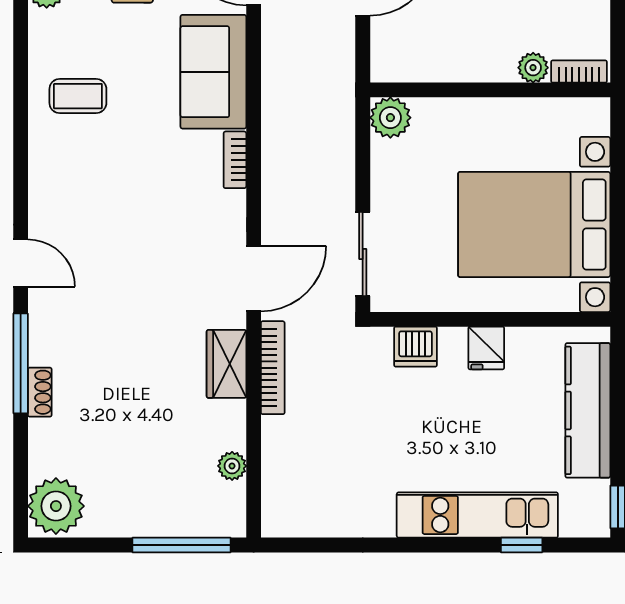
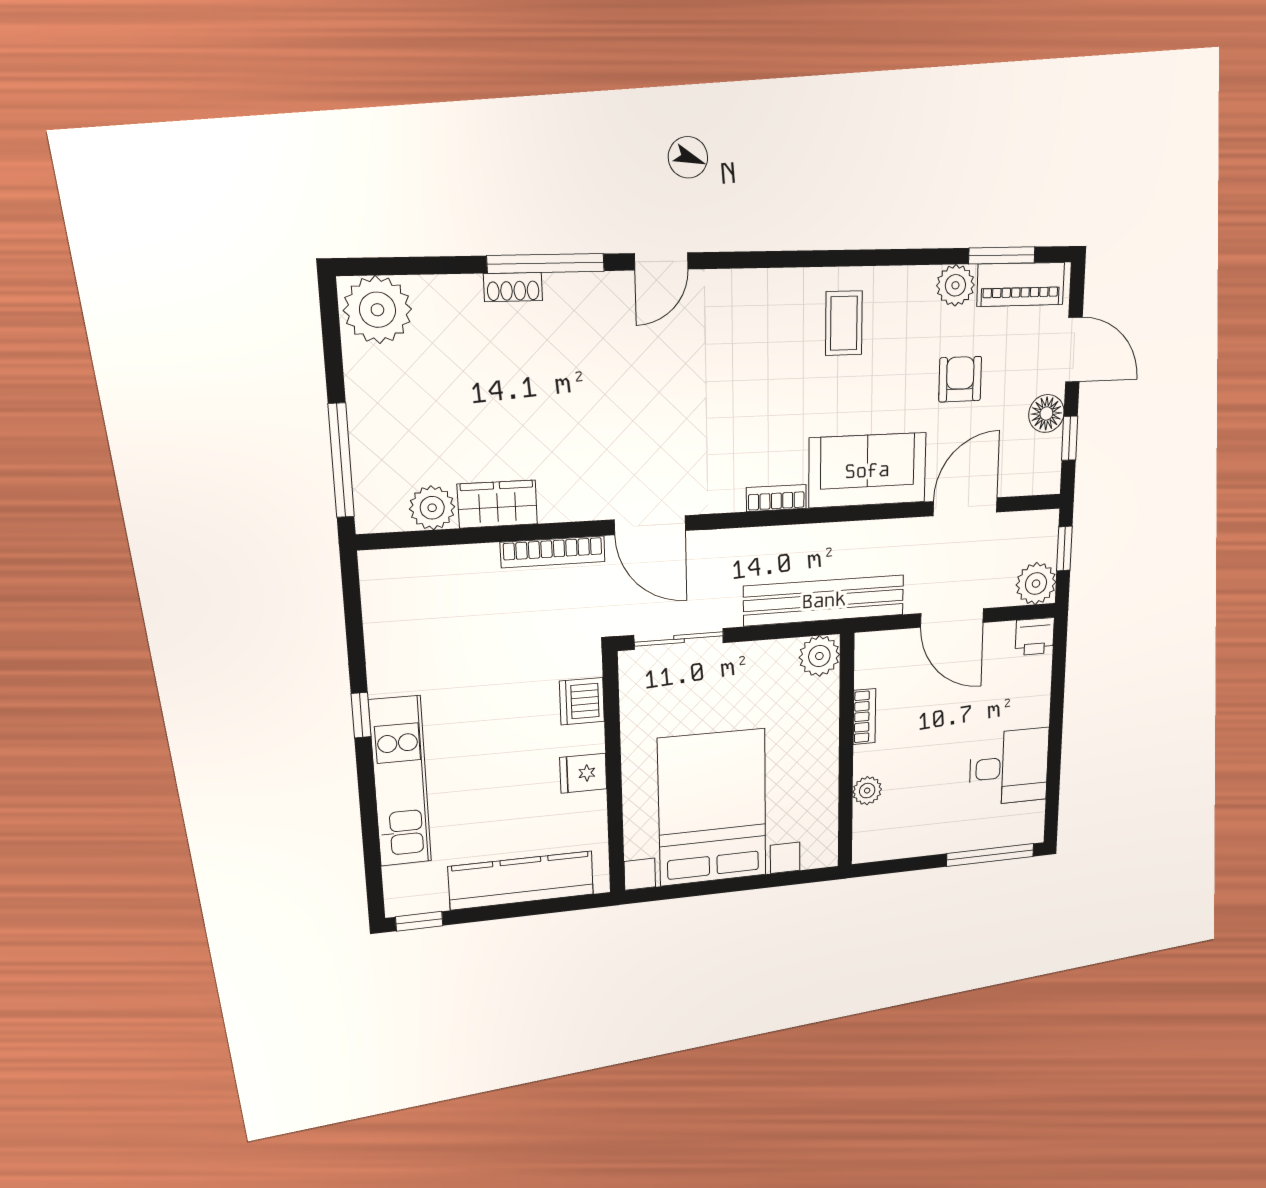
bookcase: (579, 71) -> (864, 717), moved
bench: (336, 113) -> (824, 600), added
wardrobe: (226, 364) -> (497, 504), moved
plant: (232, 466) -> (432, 508), width x1.38, depth x1.38
window: (522, 545) -> (361, 715), moved

